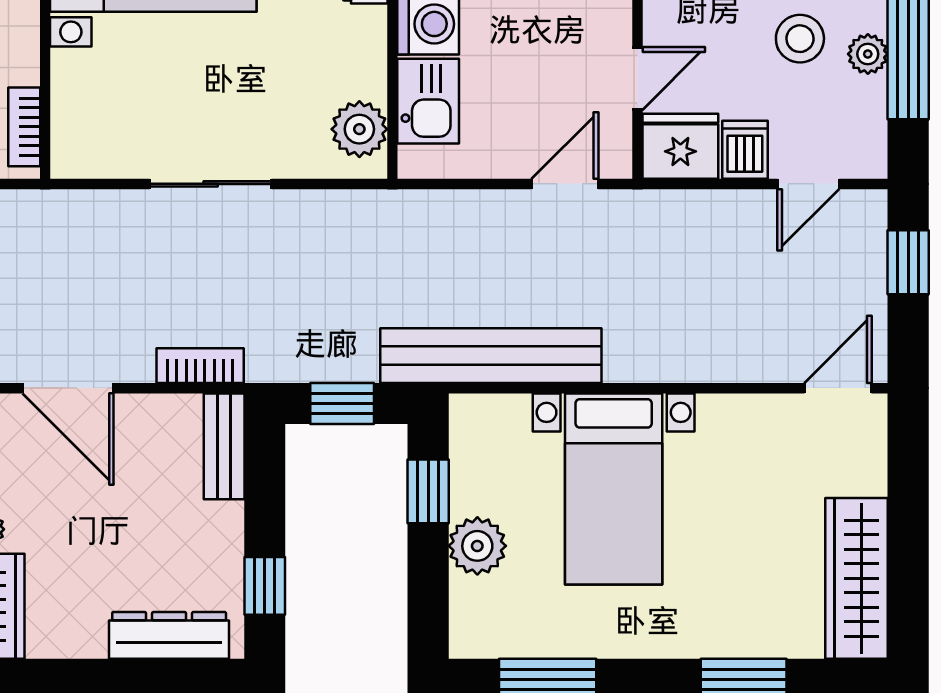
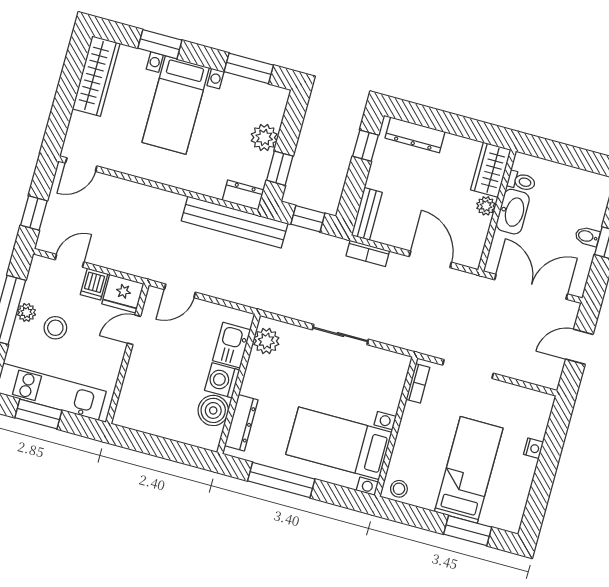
dresser: (489, 416) -> (243, 195), added
bed with nightstands: (614, 489) -> (176, 105), moved, turned 180

